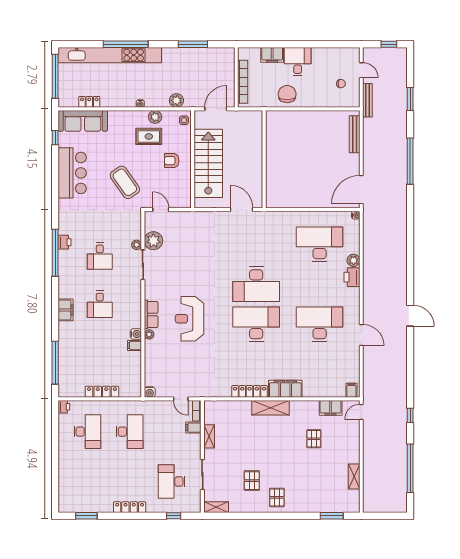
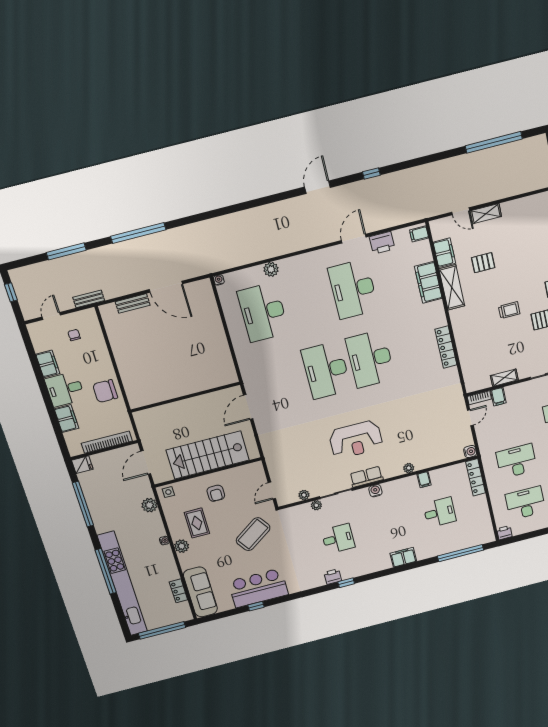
window: (193, 44) -> (83, 504), width x1.46
filing cabinet: (323, 54) -> (48, 364), added
fridge: (228, 55) -> (82, 465), added
window: (410, 99) -> (66, 251), width x1.44
bench: (367, 100) -> (89, 299), width x0.73
door: (216, 109) -> (146, 462), hinge flipped
plant: (155, 117) -> (182, 546), moved
bench: (355, 134) -> (133, 303), width x0.73
window: (55, 138) -> (256, 606), moved
door: (361, 190) -> (166, 287), moved
plant: (153, 241) -> (304, 495), width x0.53, depth x0.53
window: (55, 253) -> (346, 583), width x0.32
printer: (352, 277) -> (382, 243), moved
desk: (256, 284) -> (326, 370), turned 180
desk: (100, 304) -> (440, 512), moved
row of seats: (151, 314) -> (366, 477), moved
reception desk: (190, 319) -> (356, 440), moved
water cooler: (136, 334) -> (375, 491), moved
filing cabinet: (285, 389) -> (428, 282), moved
locker: (102, 392) -> (476, 477), moved
shelving: (271, 408) -> (452, 287), moved
door: (361, 412) -> (461, 211), moved
window: (410, 415) -> (371, 173), moved
trolley: (268, 453) -> (509, 310), added
shelving: (354, 476) -> (486, 214), moved

